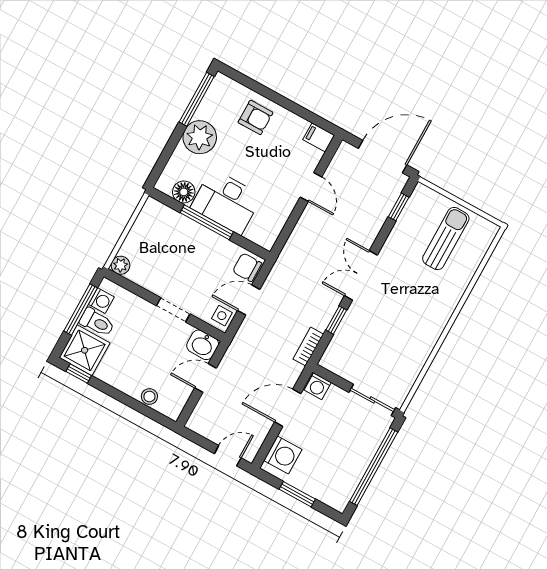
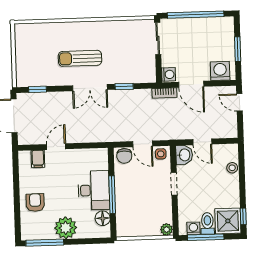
filing cabinet: (319, 137) -> (38, 159), moved
sun lounger: (446, 239) -> (80, 58), moved
bookcase: (308, 347) -> (164, 93), moved

